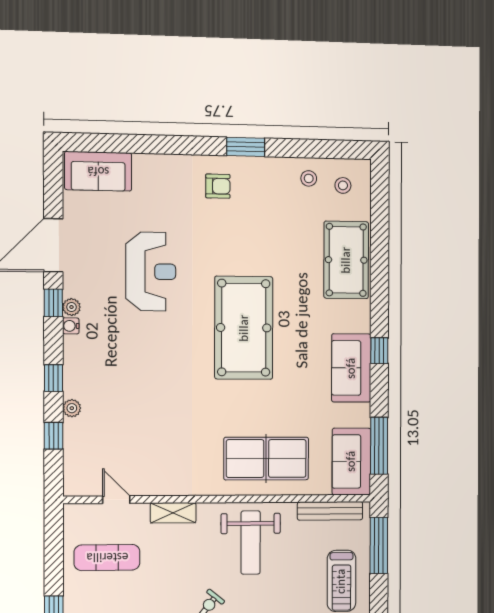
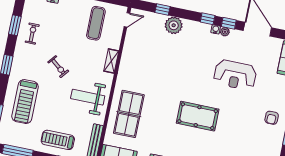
pool table: (244, 328) -> (198, 116), width x0.73, depth x0.76
window: (53, 378) -> (208, 19), moved
plant: (72, 408) -> (174, 25), width x1.88, depth x1.88
door: (116, 500) -> (127, 20), moved

